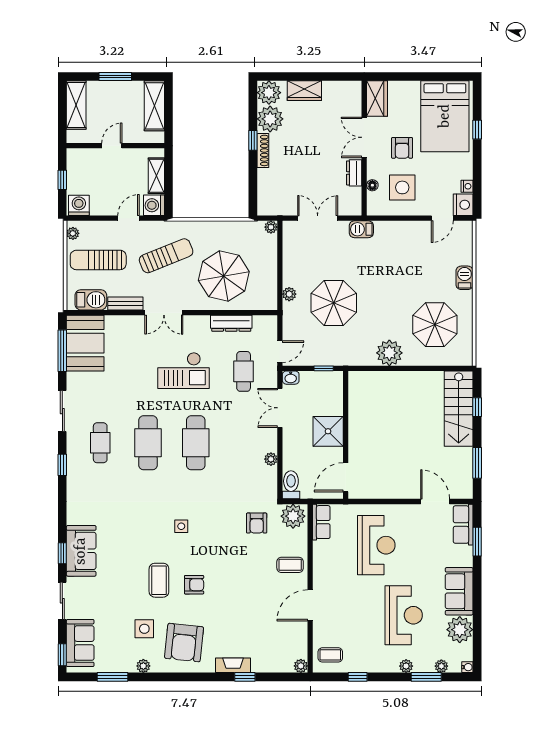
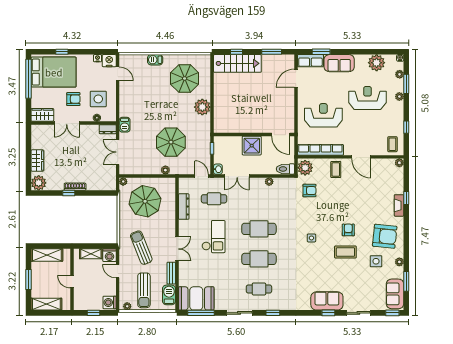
window: (434, 77) -> (28, 79), added
plant: (270, 119) -> (55, 182), removed
dresser: (354, 173) -> (108, 129), moved
parasol: (224, 276) -> (145, 201), moved
row of seats: (321, 522) -> (320, 150), width x2.02
sofa: (459, 591) -> (339, 63), moved
sofa: (80, 643) -> (395, 294), moved, turned -90

